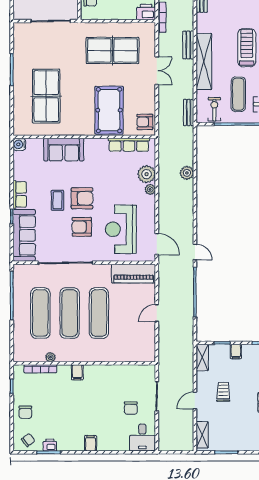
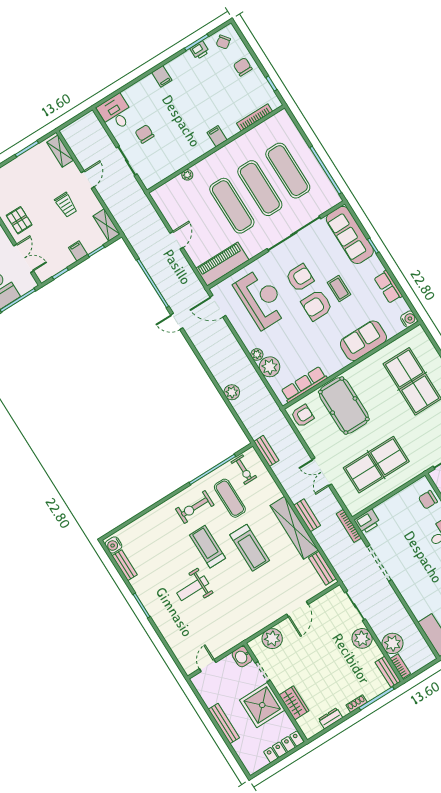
shelving: (204, 61) -> (294, 528), moved
row of seats: (20, 194) -> (388, 287), moved
plant: (50, 357) -> (187, 175), moved

